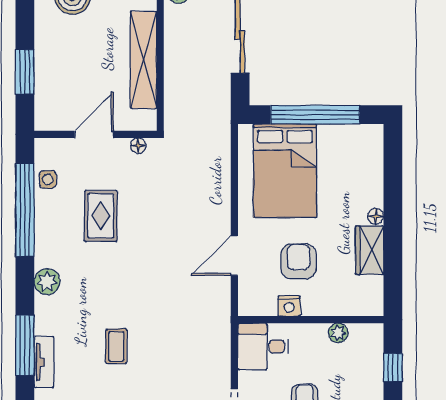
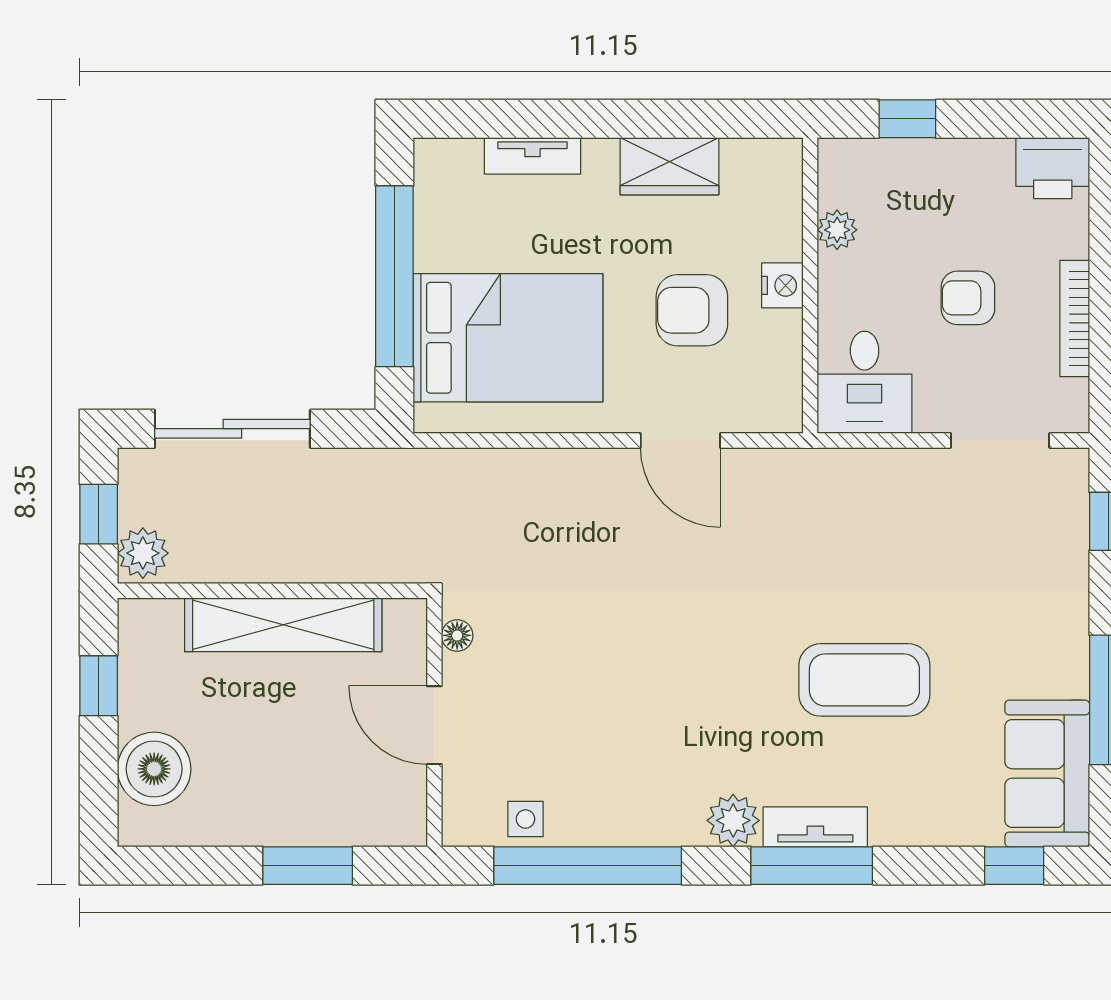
tv unit: (375, 183) -> (532, 156), added
rug: (101, 216) -> (600, 712), removed
floor lamp: (376, 216) -> (600, 154), removed
nightstand: (289, 306) -> (782, 285), moved
window: (25, 345) -> (812, 866), moved
coffee table: (116, 346) -> (864, 680), width x1.86, depth x1.72
tv unit: (44, 362) -> (815, 827), moved

